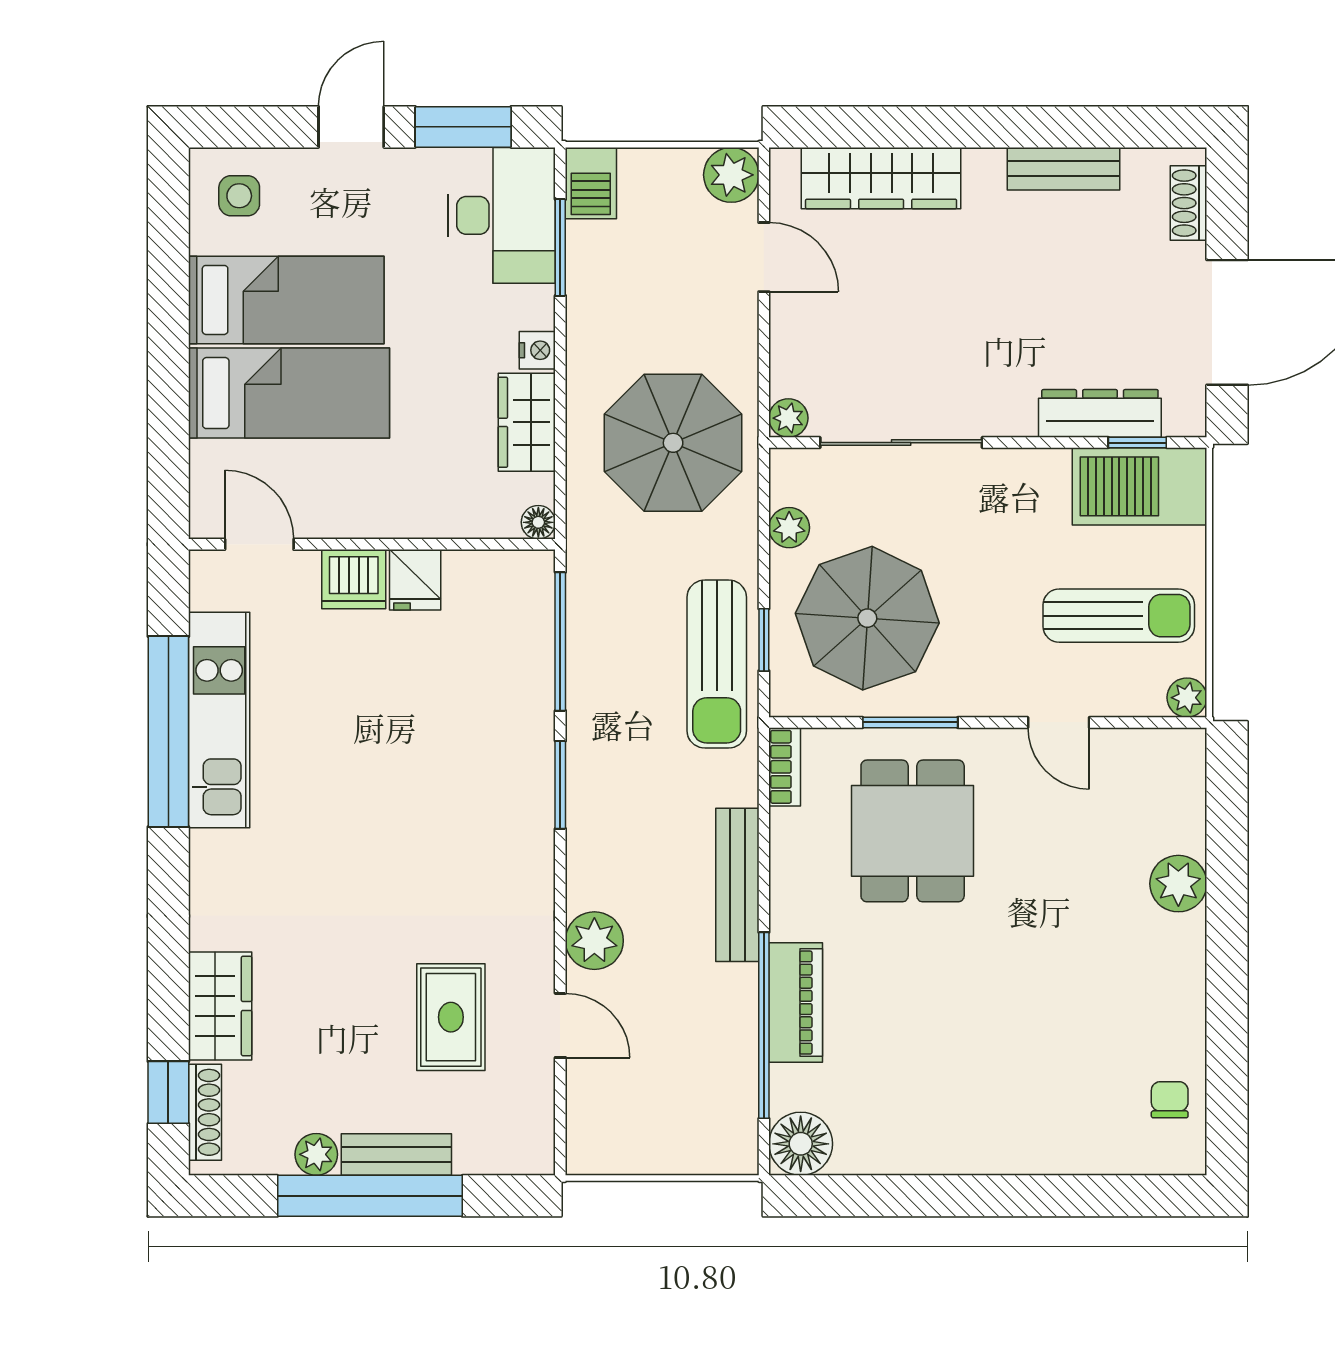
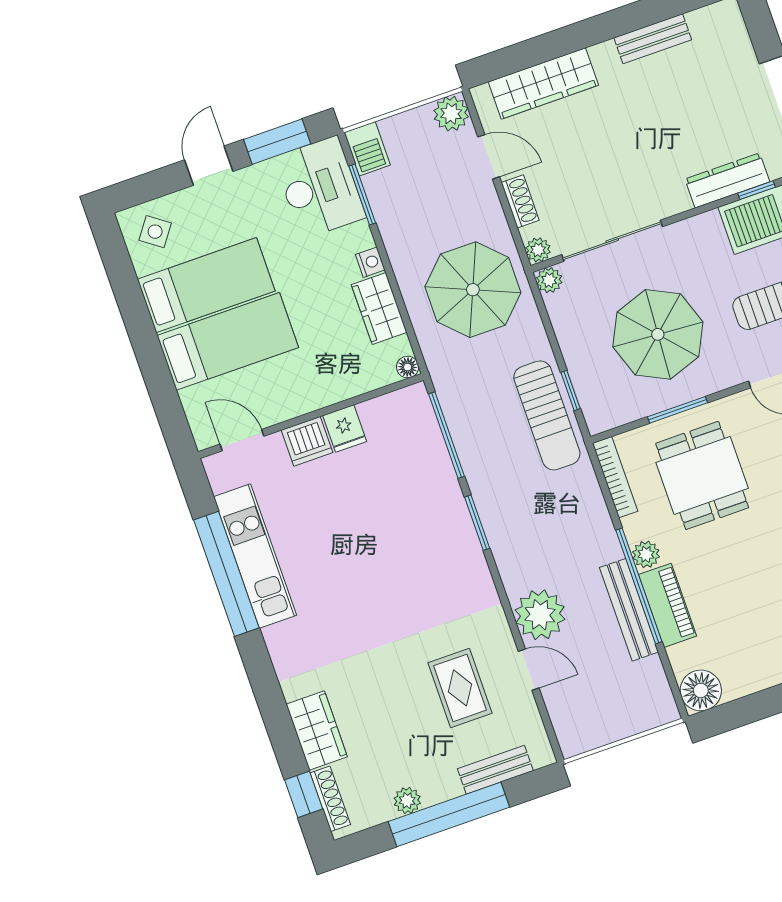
side table: (239, 196) -> (155, 232), turned 36
shoe rack: (1189, 203) -> (520, 201), moved, turned 180
plant: (789, 528) -> (549, 280), moved
parasol: (867, 618) -> (658, 334), moved
bookcase: (785, 767) -> (615, 477), width x1.56
bench: (737, 885) -> (629, 610), moved
plant: (790, 917) -> (646, 554), added
plant: (594, 941) -> (540, 615), width x1.36, depth x1.36
window: (764, 1025) -> (639, 586), moved
bench: (396, 1155) -> (495, 770), moved

